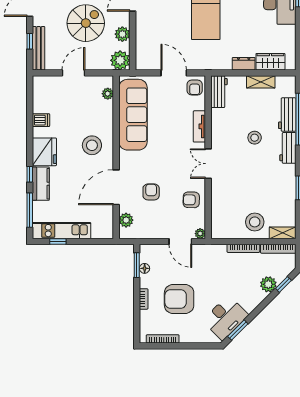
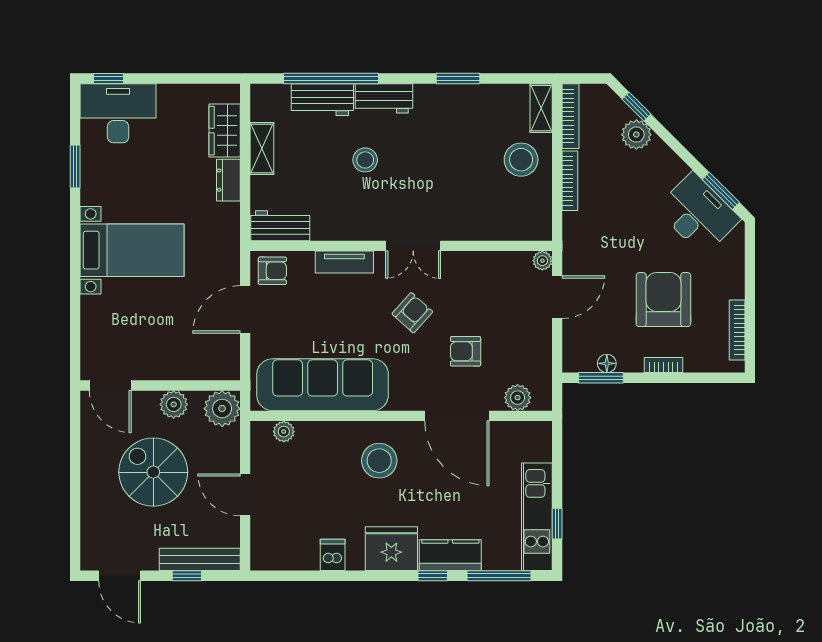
armchair: (191, 200) -> (412, 313), moved, turned -139
armchair: (179, 299) -> (663, 300), turned 180

